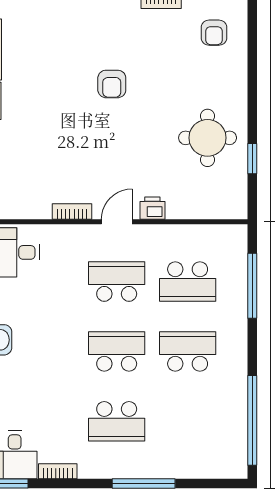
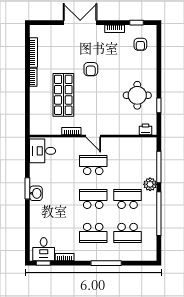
shop shelf: (55, 137) -> (63, 95), added
printer: (152, 208) -> (145, 129), moved
door: (117, 222) -> (93, 136), swing flipped
school desk: (188, 282) -> (128, 233), moved
plant: (234, 321) -> (150, 184), added
window: (252, 420) -> (159, 214), moved

